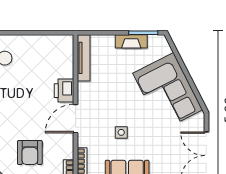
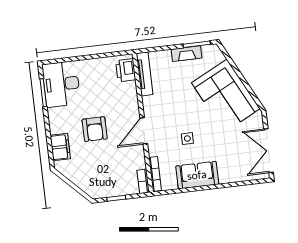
printer: (64, 91) -> (126, 70), moved
armchair: (30, 152) -> (95, 129), moved

